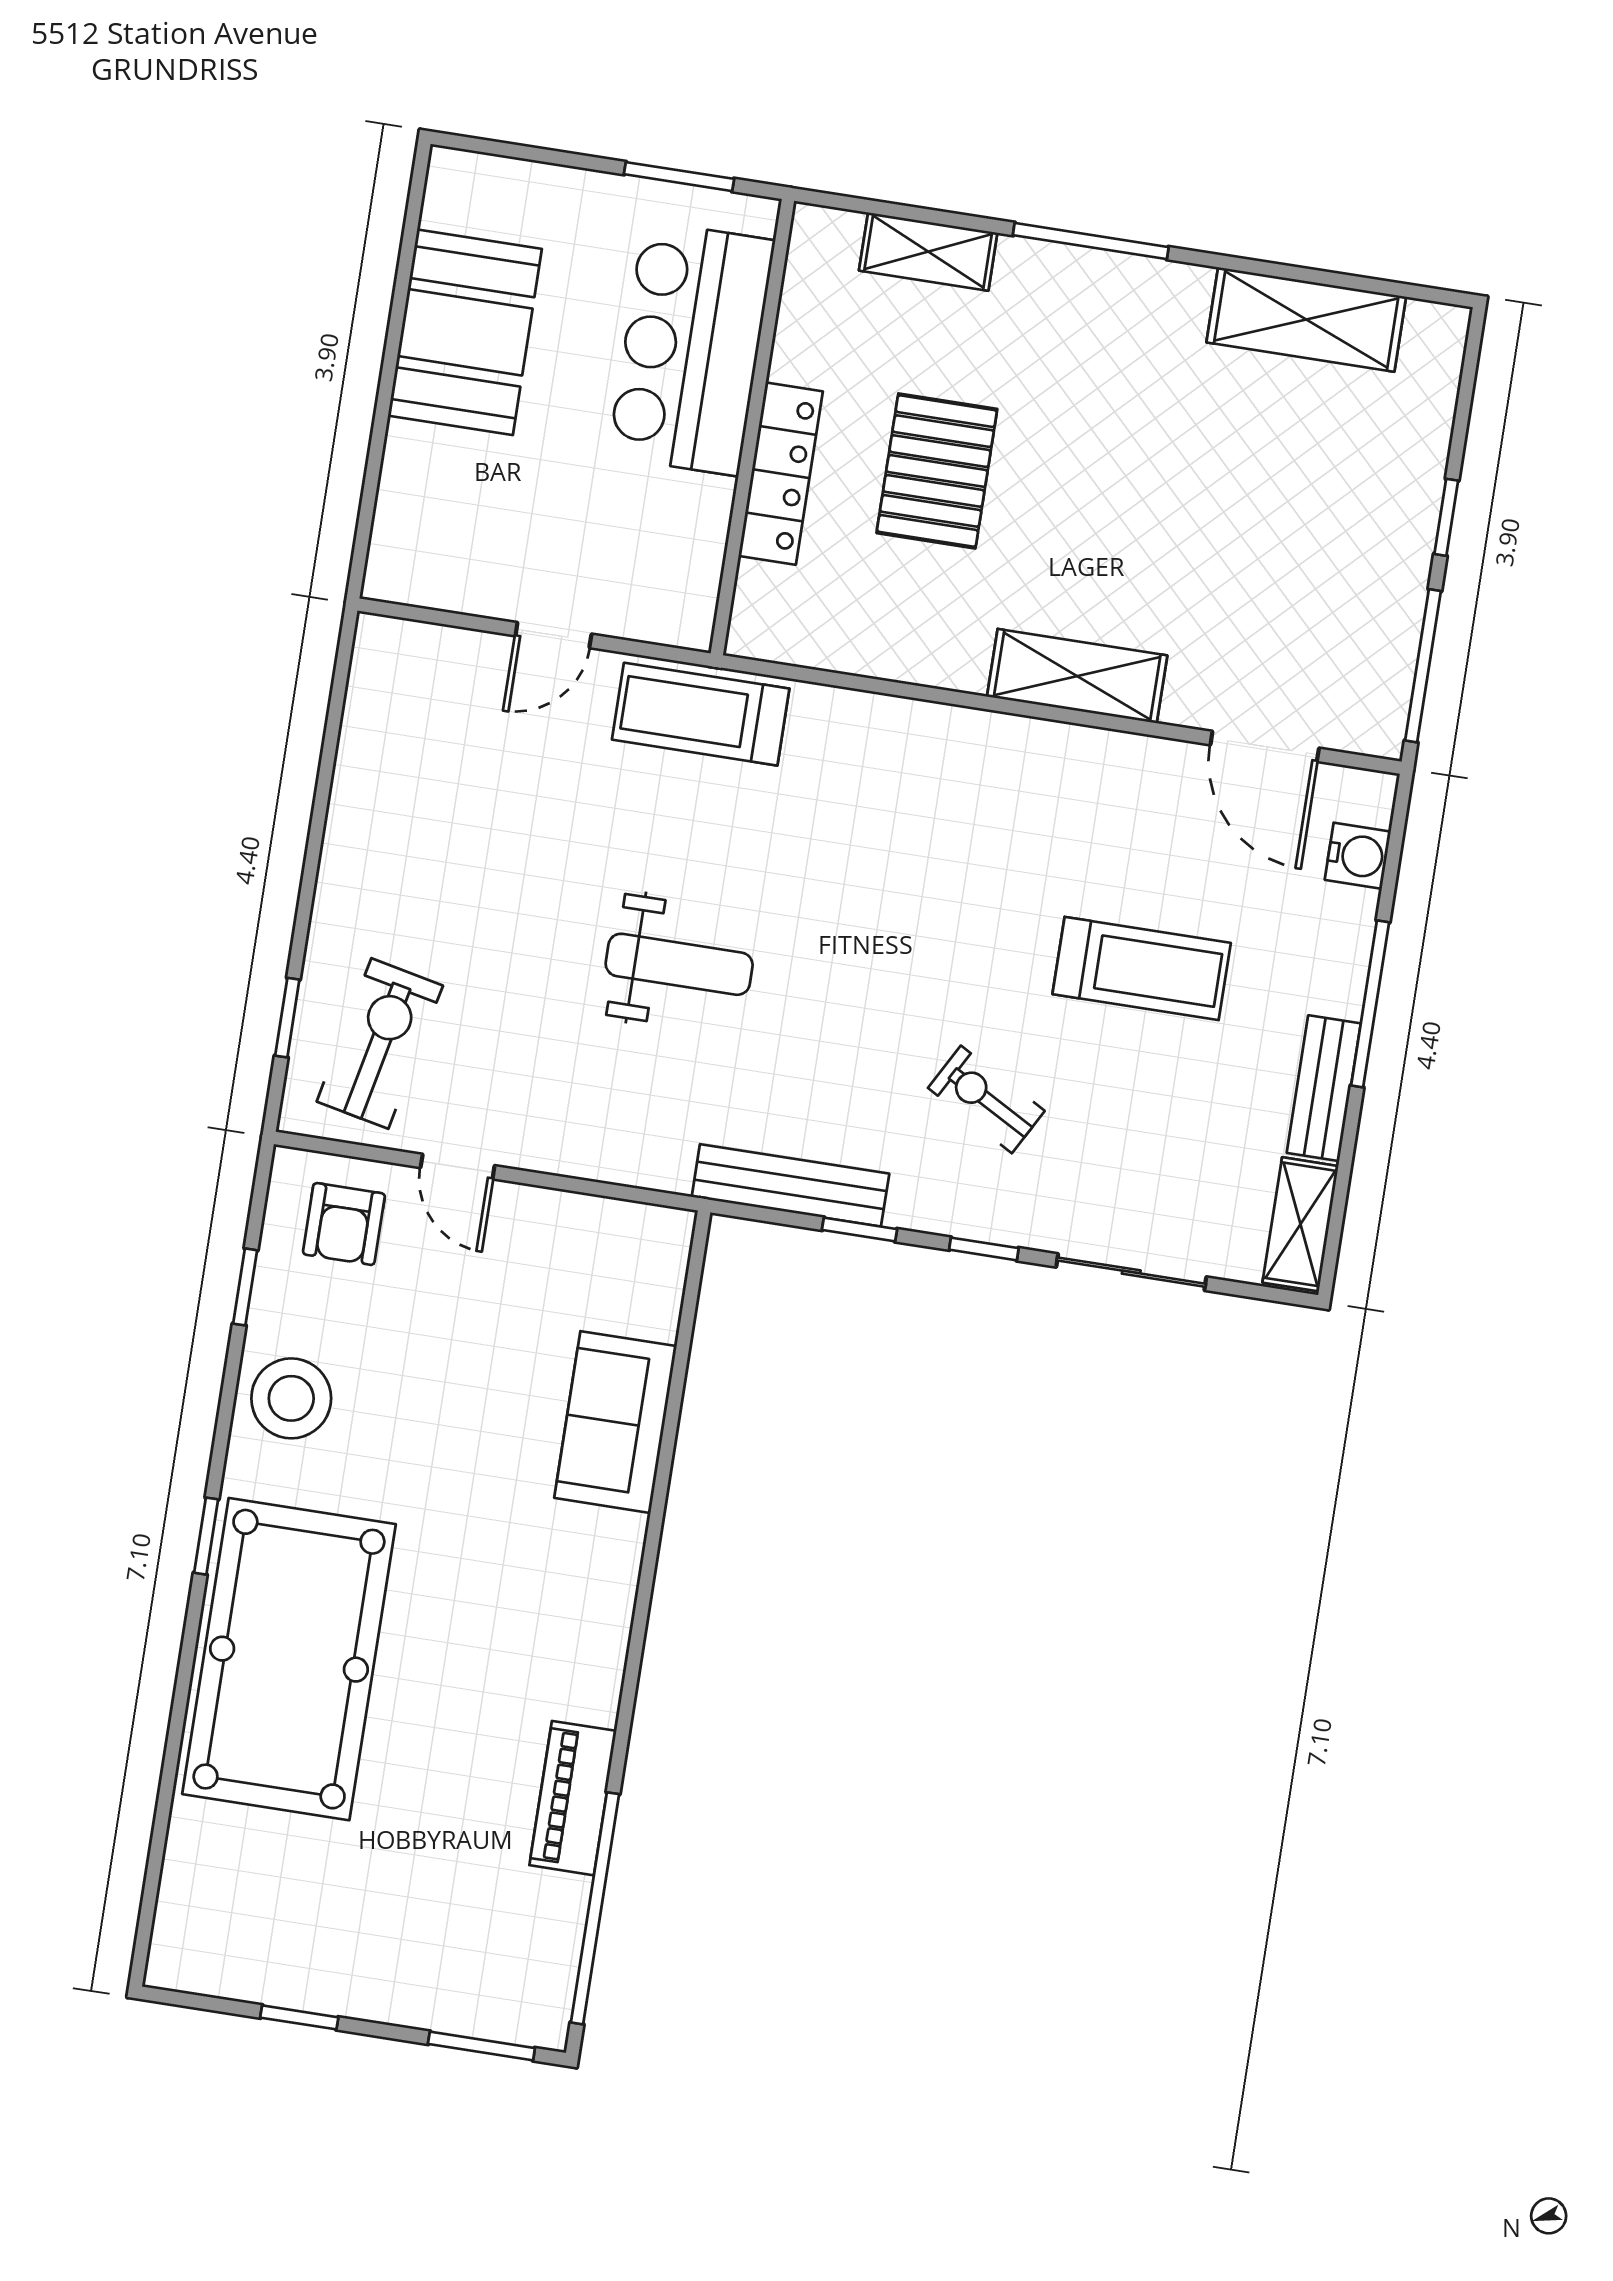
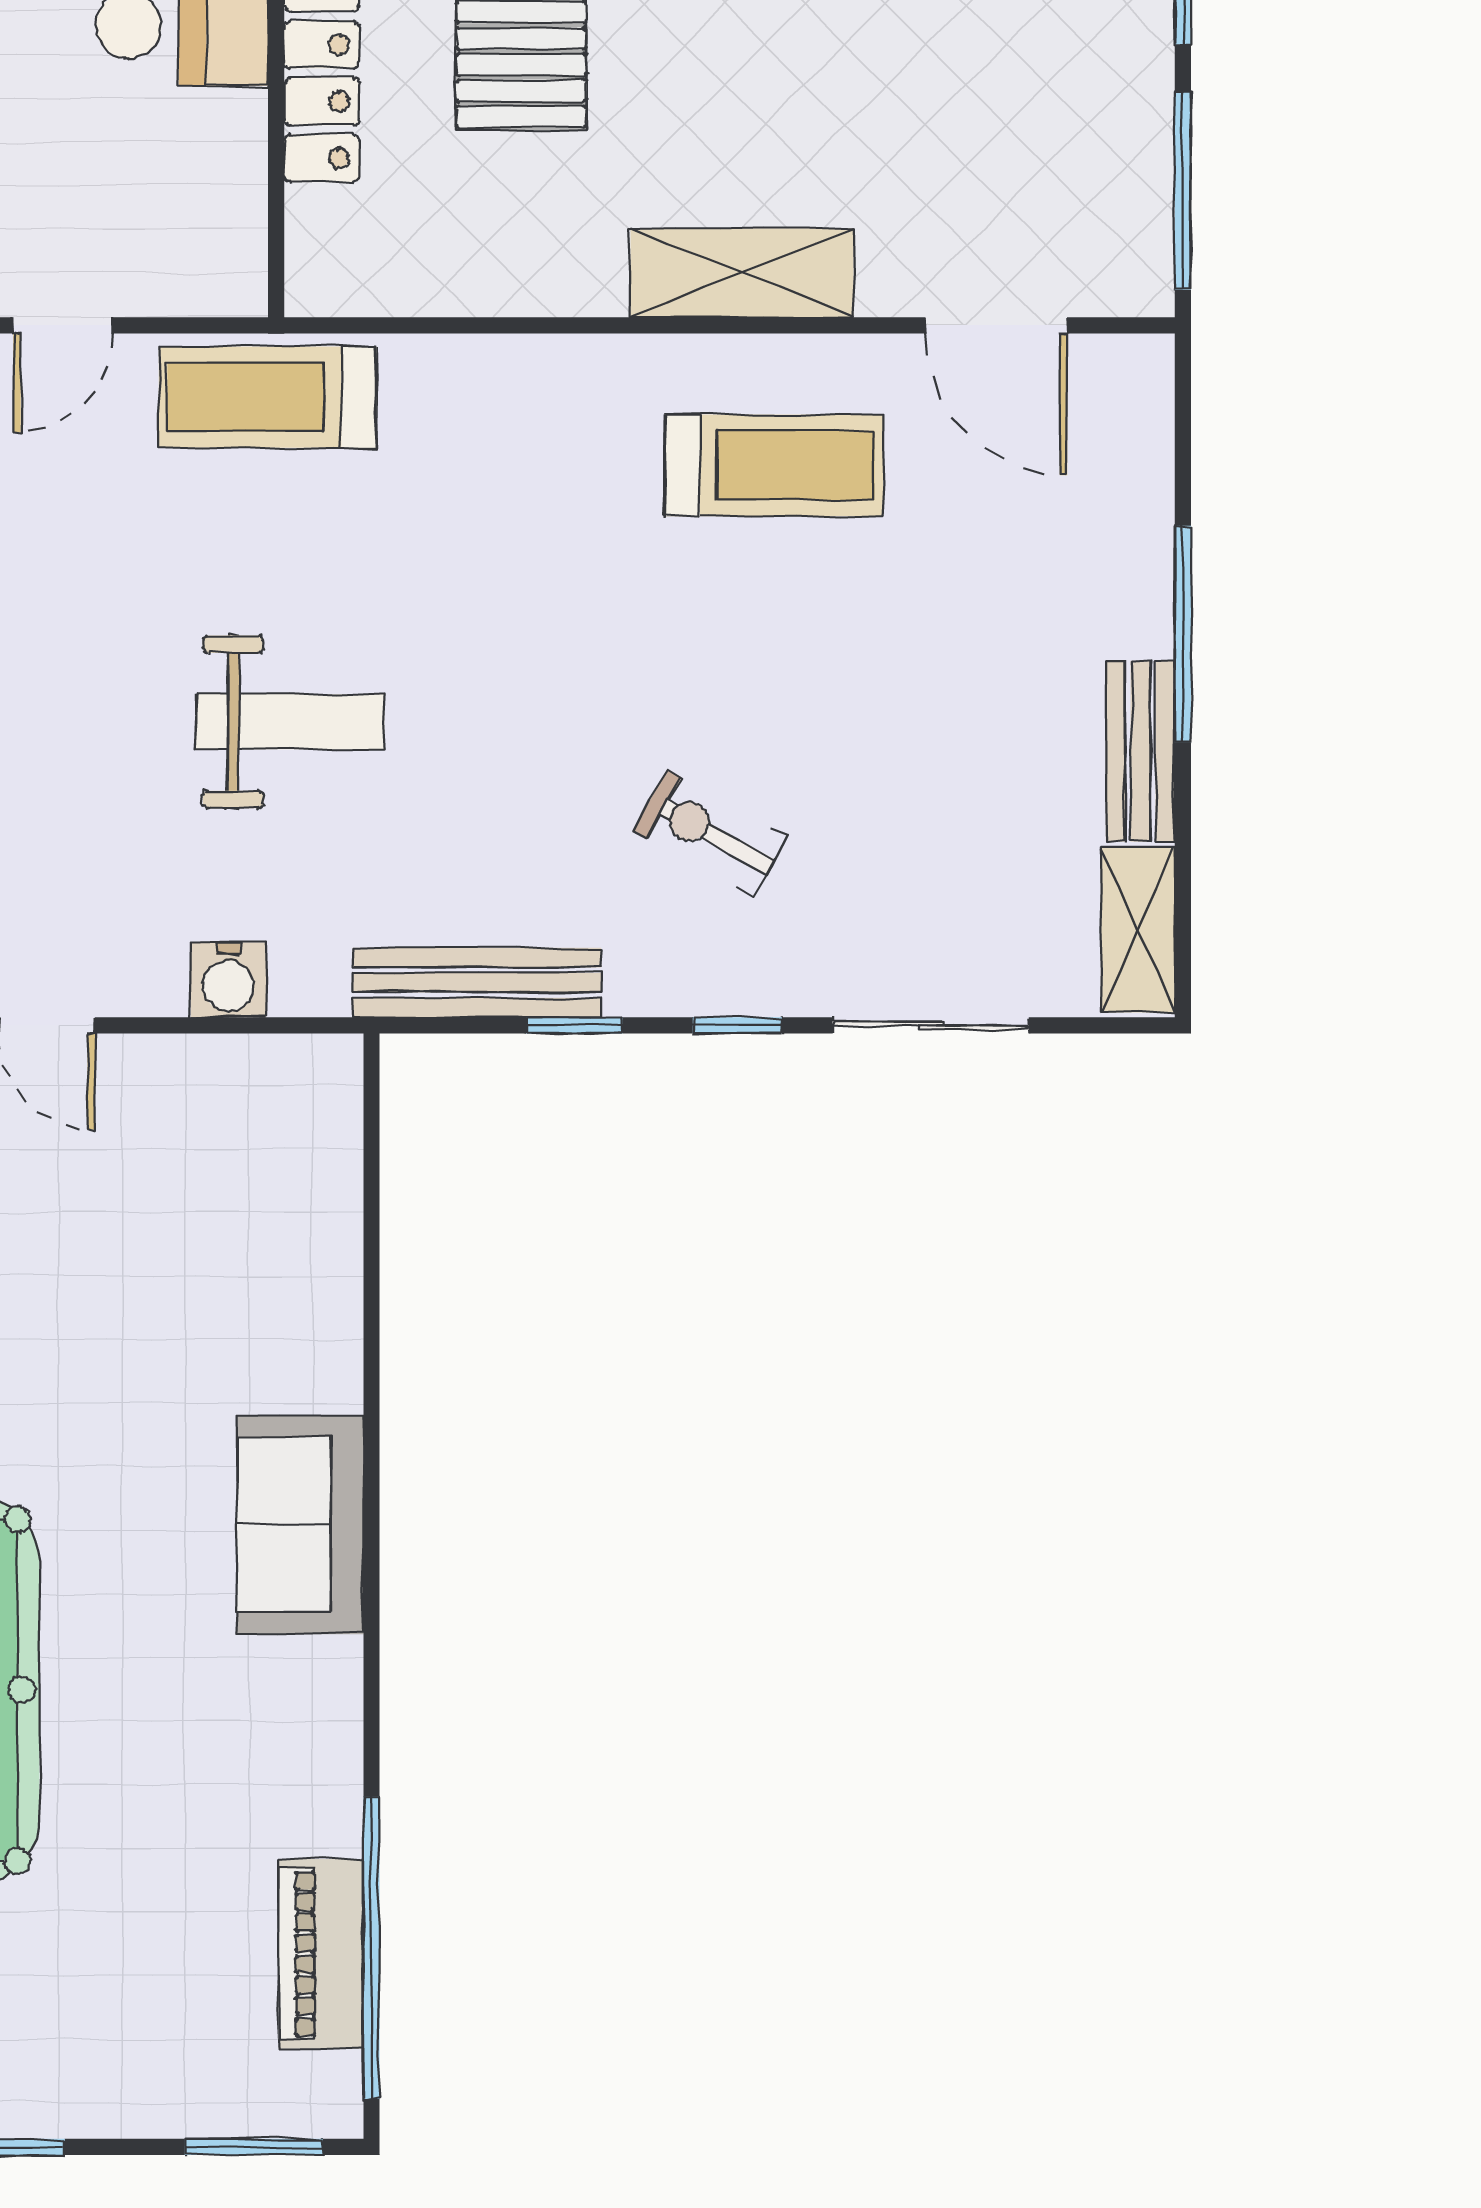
water cooler: (1358, 856) -> (228, 980), moved, turned 90
treadmill: (1142, 968) -> (774, 465), moved
sofa: (615, 1422) -> (300, 1525), moved
piano: (573, 1798) -> (321, 1954), moved

